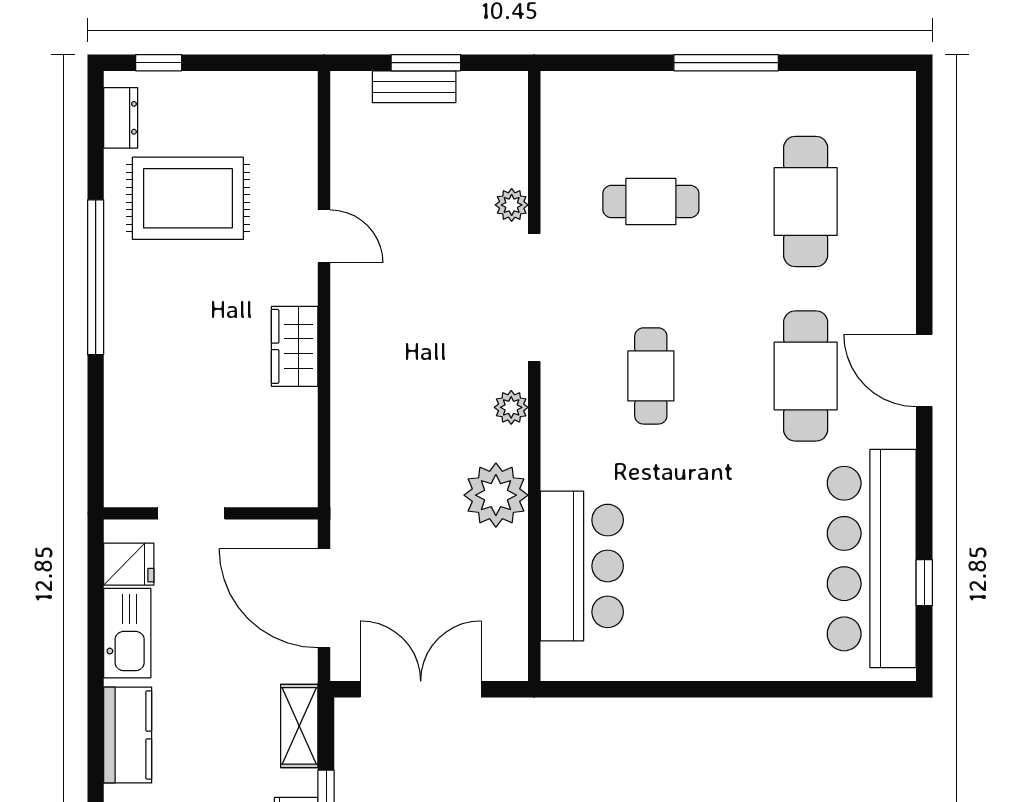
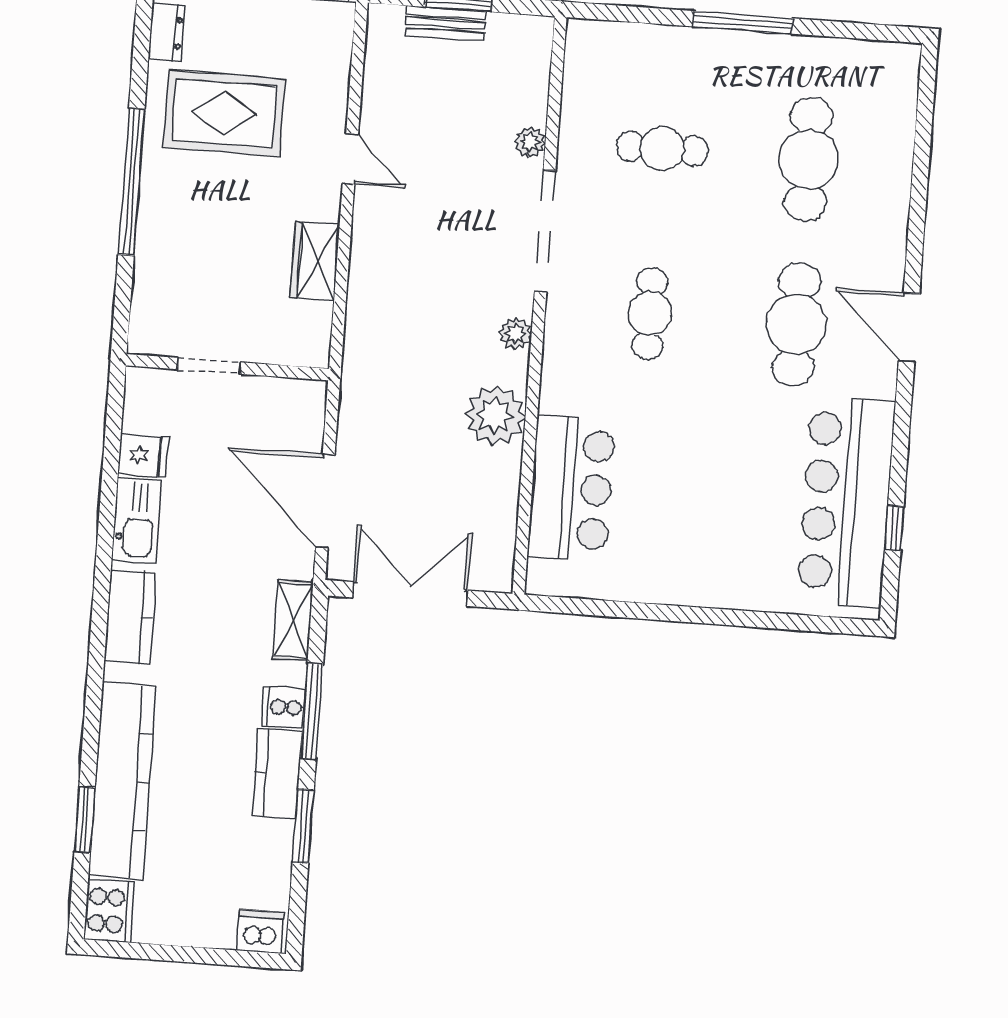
doorway: (191, 513) -> (209, 366), moved
wall: (211, 513) -> (227, 367), moved

